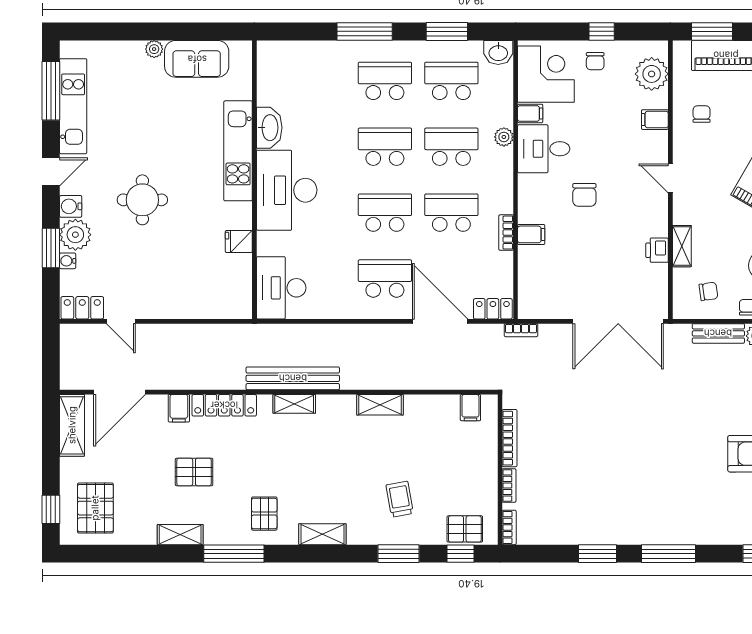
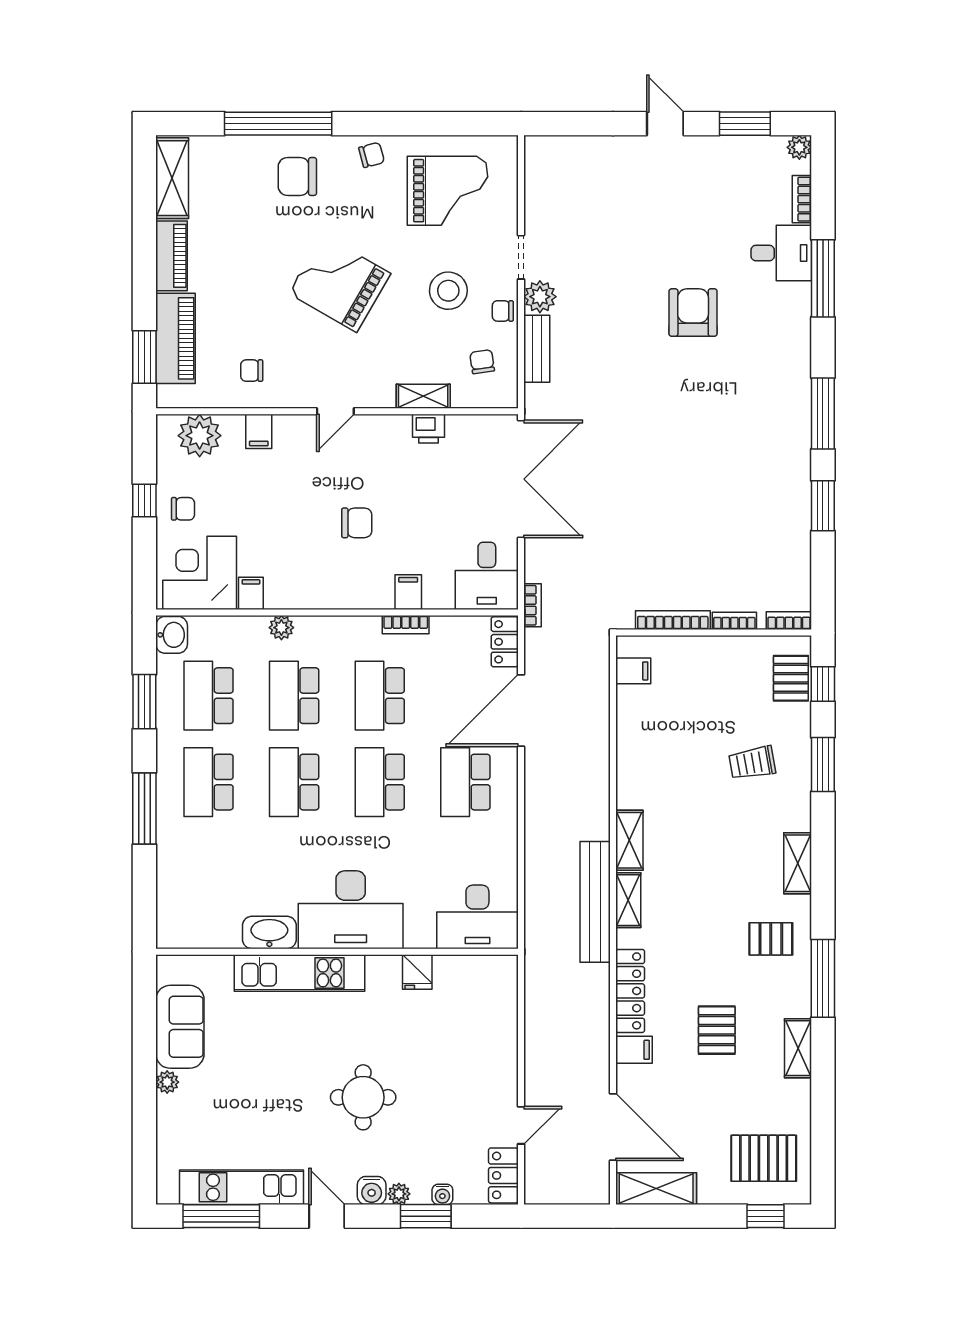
desk: (544, 149) -> (487, 576), moved
plant: (75, 235) -> (399, 1194), width x0.53, depth x0.53
shelving: (380, 405) -> (629, 840), moved

